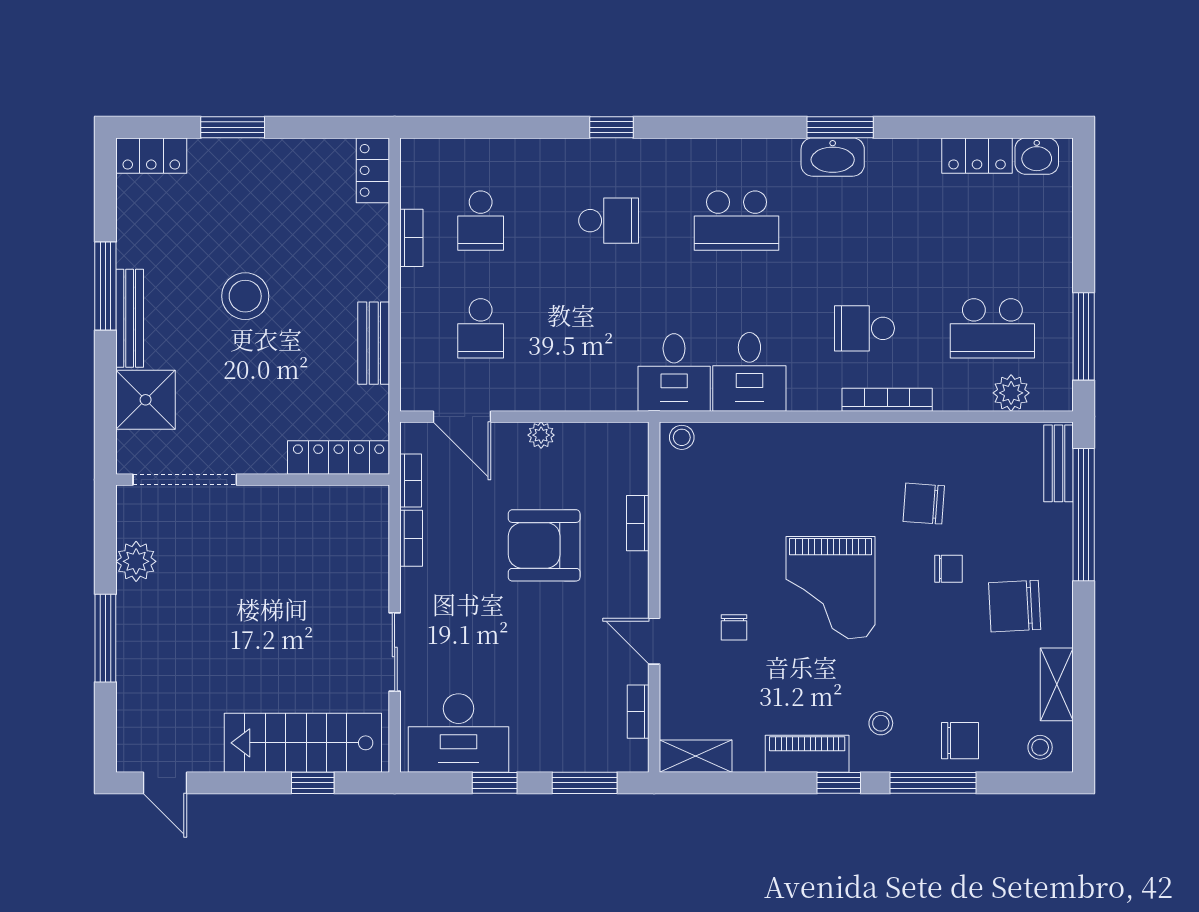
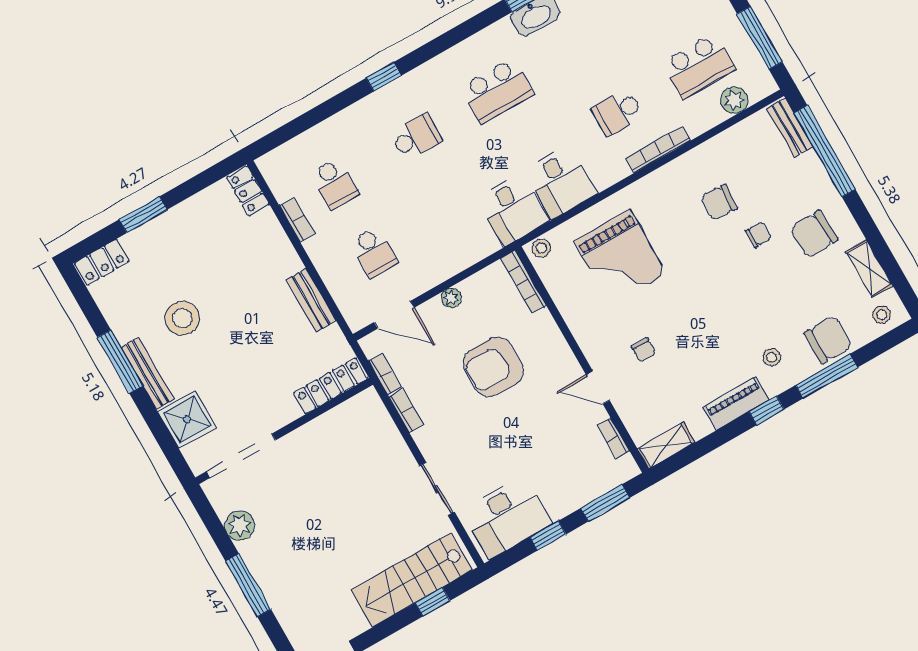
stool: (245, 296) -> (182, 318), moved
bookcase: (638, 523) -> (523, 282), moved, width x1.56
grand piano: (831, 588) -> (620, 258), moved
chair: (960, 741) -> (828, 340), width x1.37, depth x1.37

